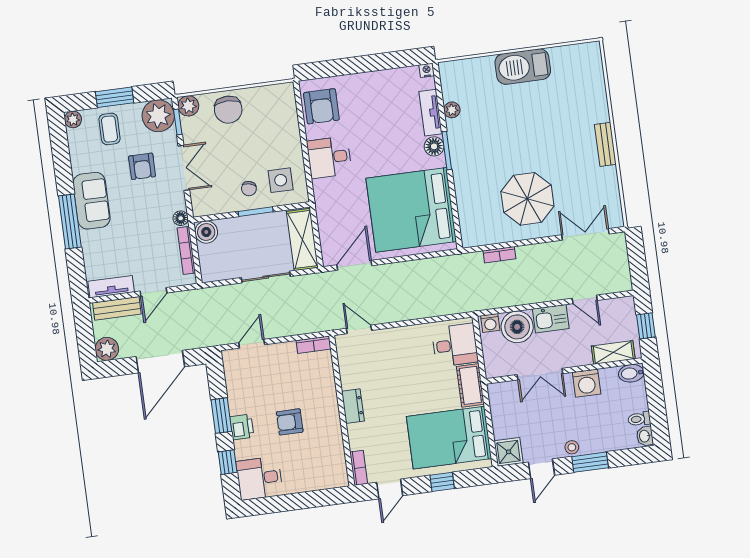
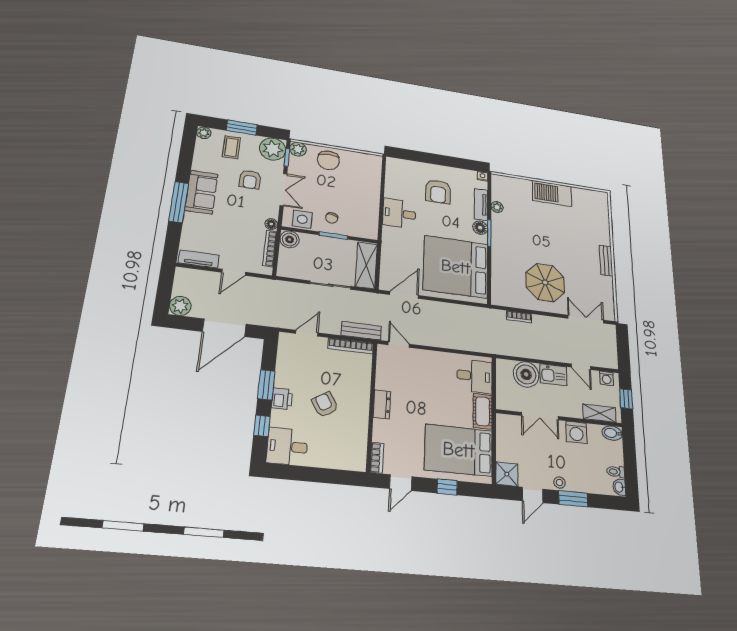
armchair: (321, 106) -> (438, 192), moved
side table: (281, 180) -> (302, 219), moved
bench: (117, 308) -> (361, 331), moved
washing machine: (490, 323) -> (607, 378), moved
bookcase: (314, 345) -> (351, 346), width x1.56
armchair: (290, 422) -> (325, 405), turned 59

